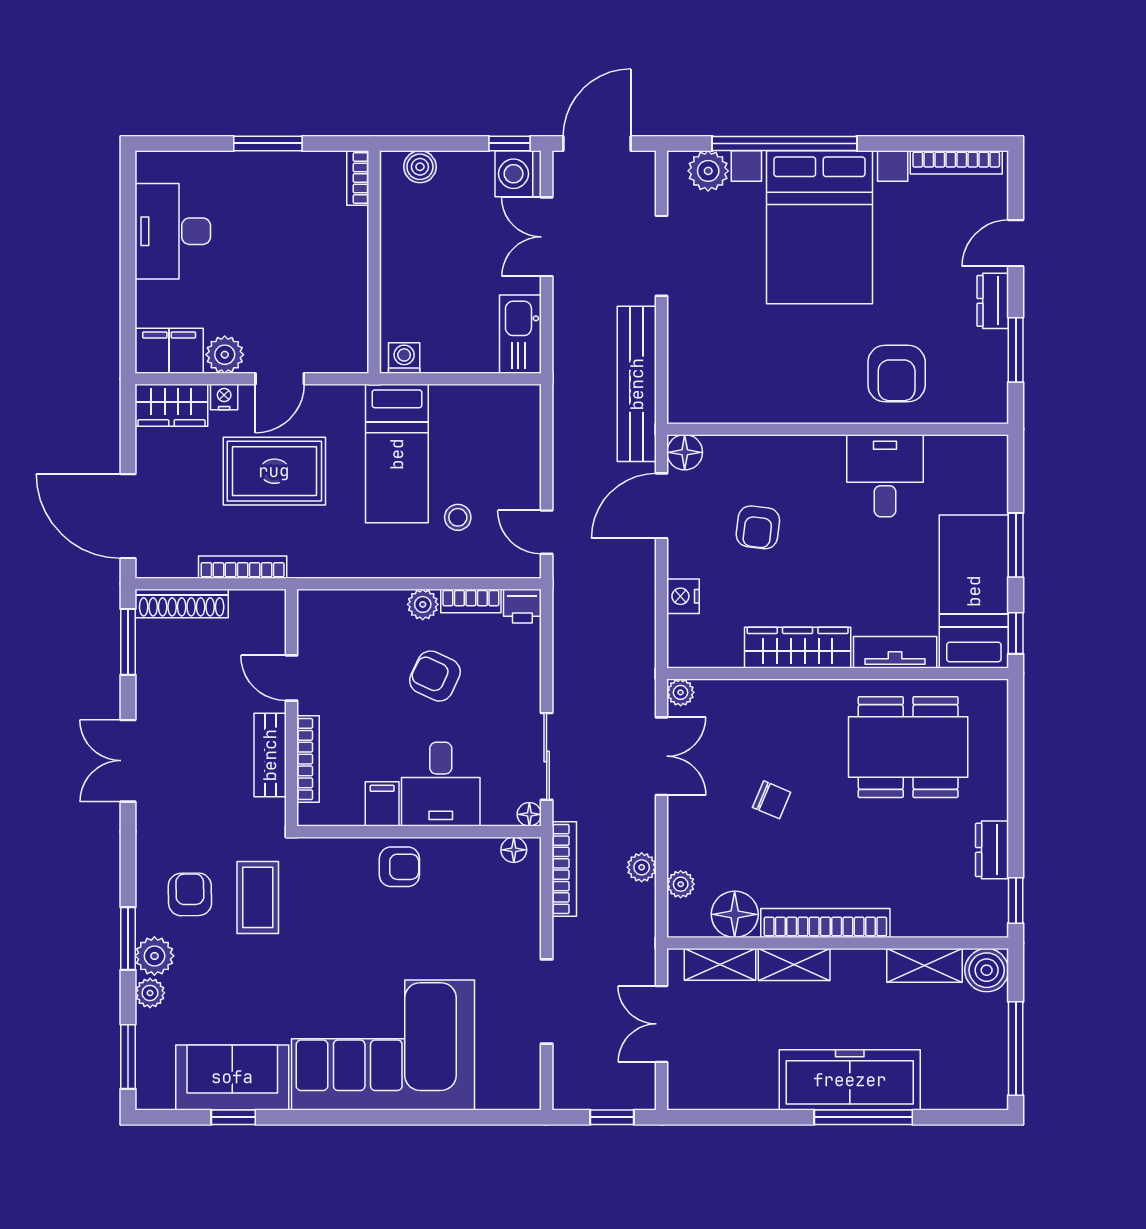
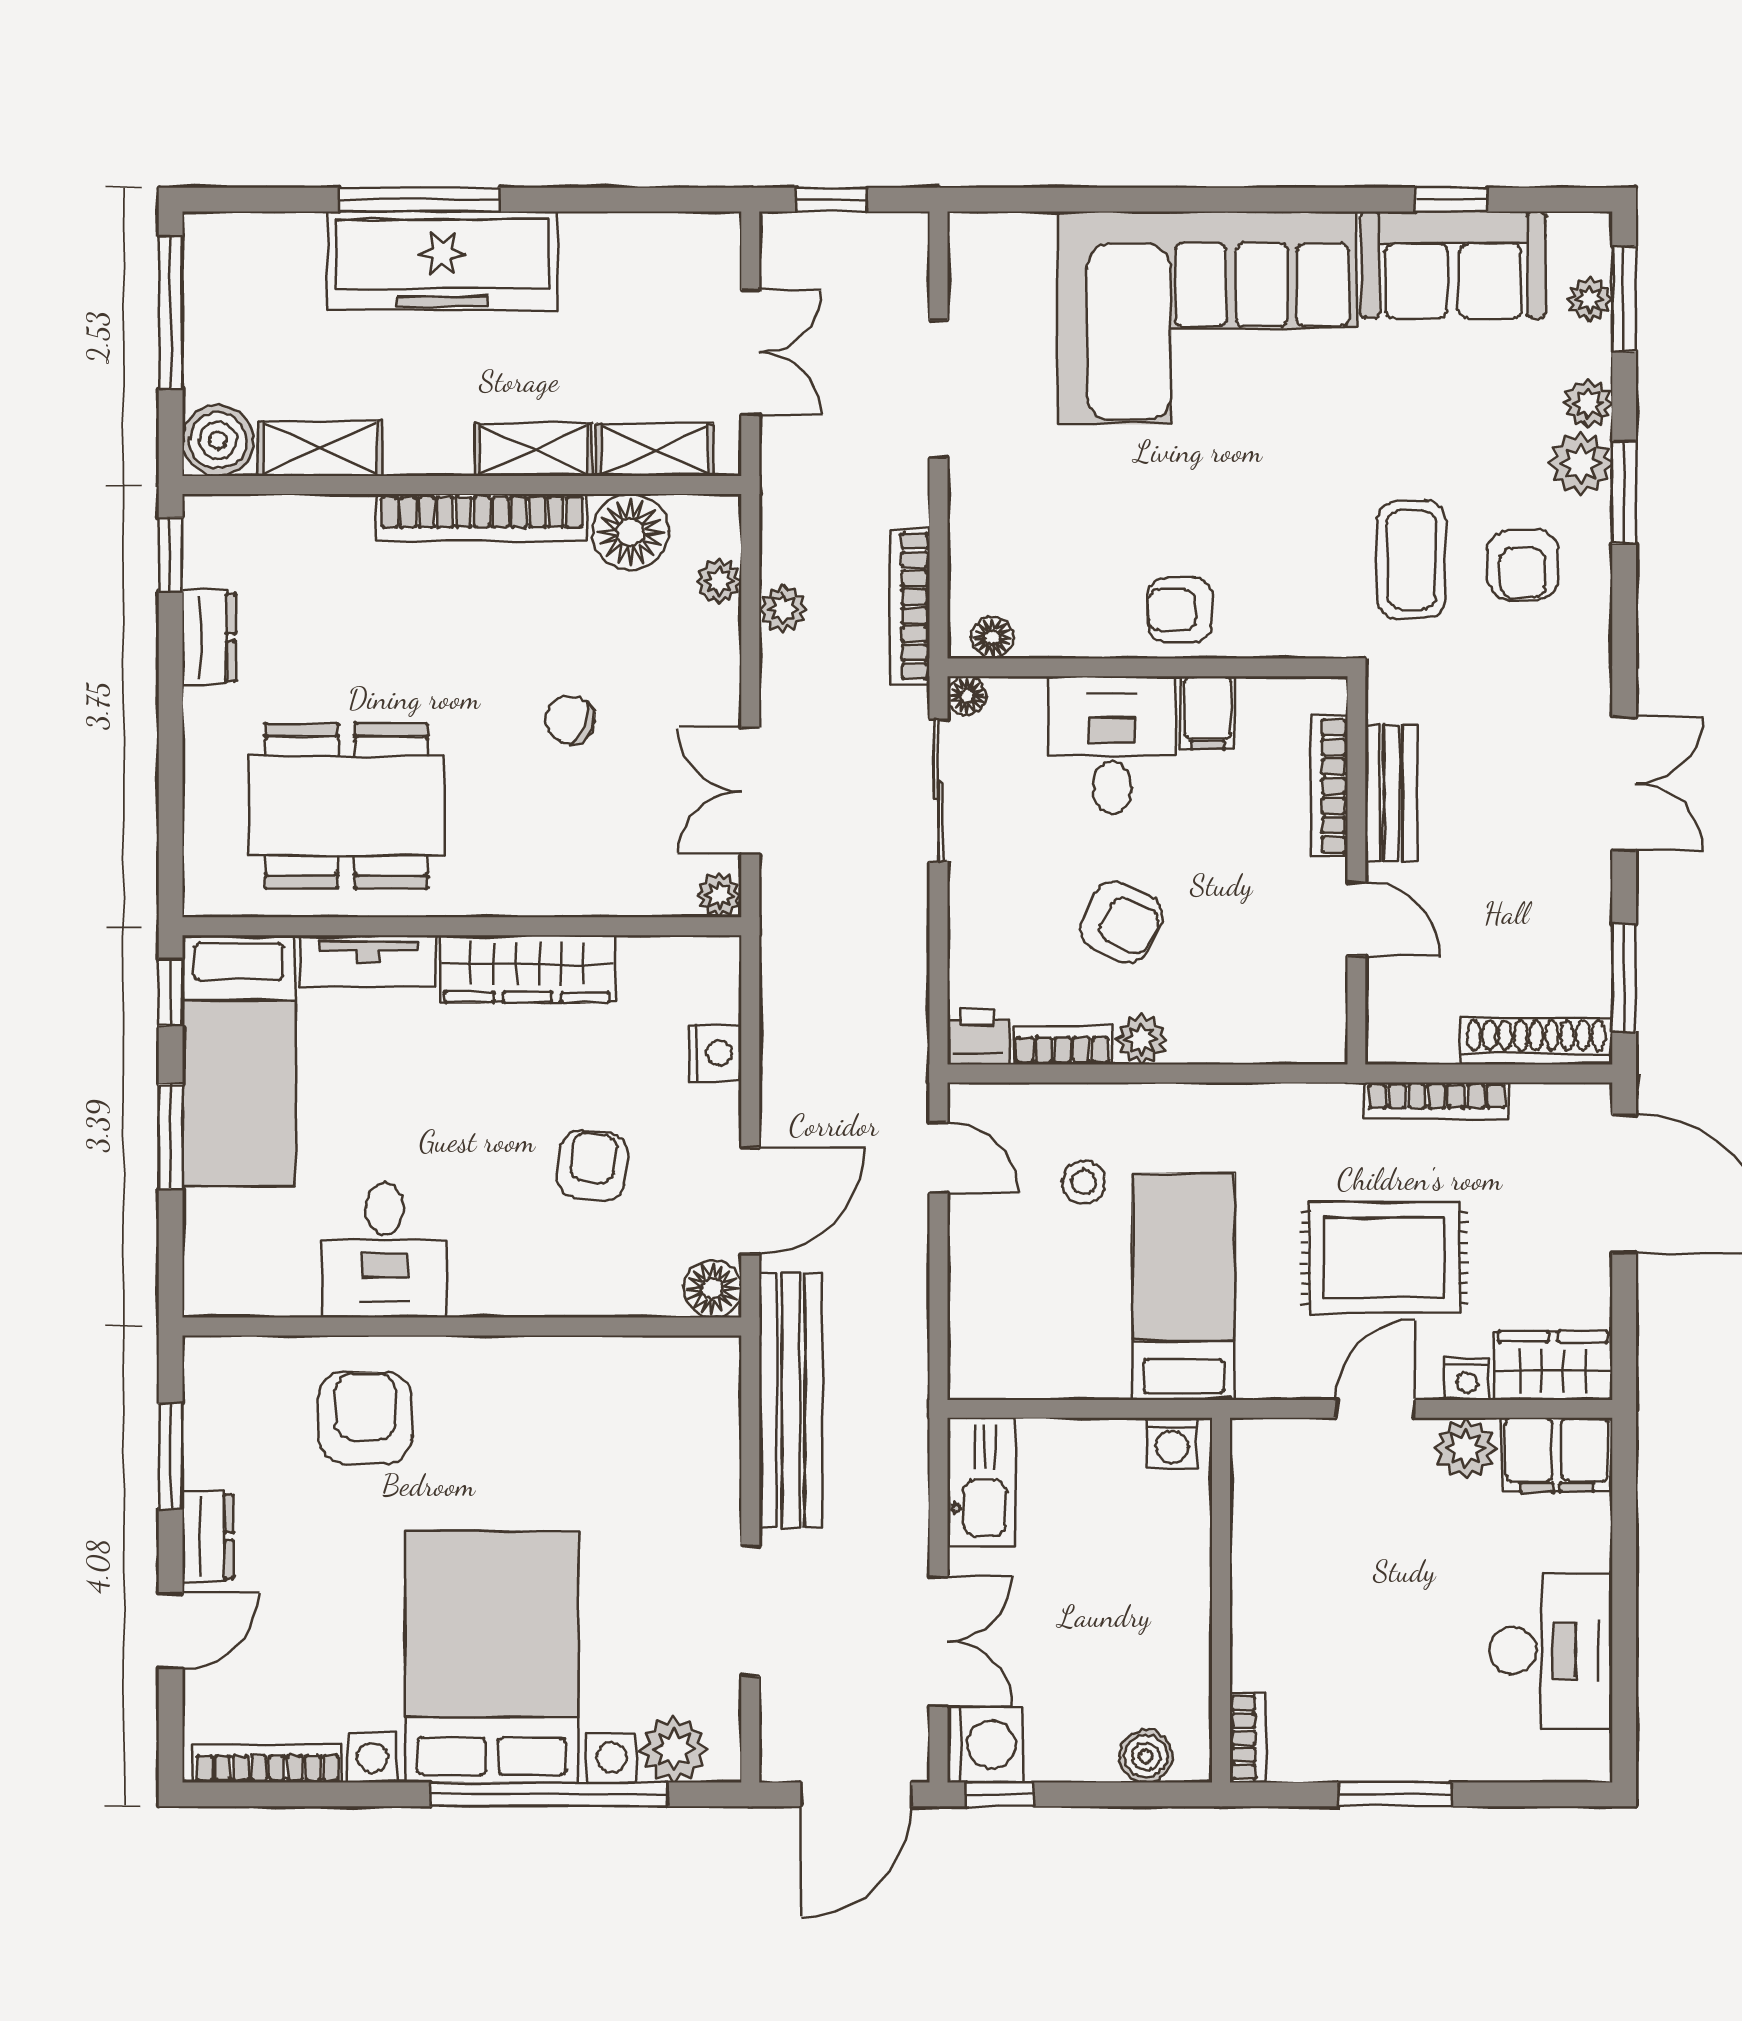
plant: (149, 1056) -> (1590, 299), added

